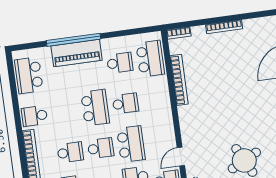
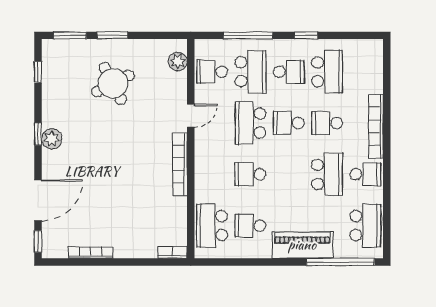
bookcase: (224, 27) -> (91, 253), moved
window: (73, 40) -> (340, 262), moved
bookcase: (179, 80) -> (180, 164), moved
school desk: (95, 108) -> (327, 174), moved, turned 180
door: (181, 157) -> (191, 116), moved

